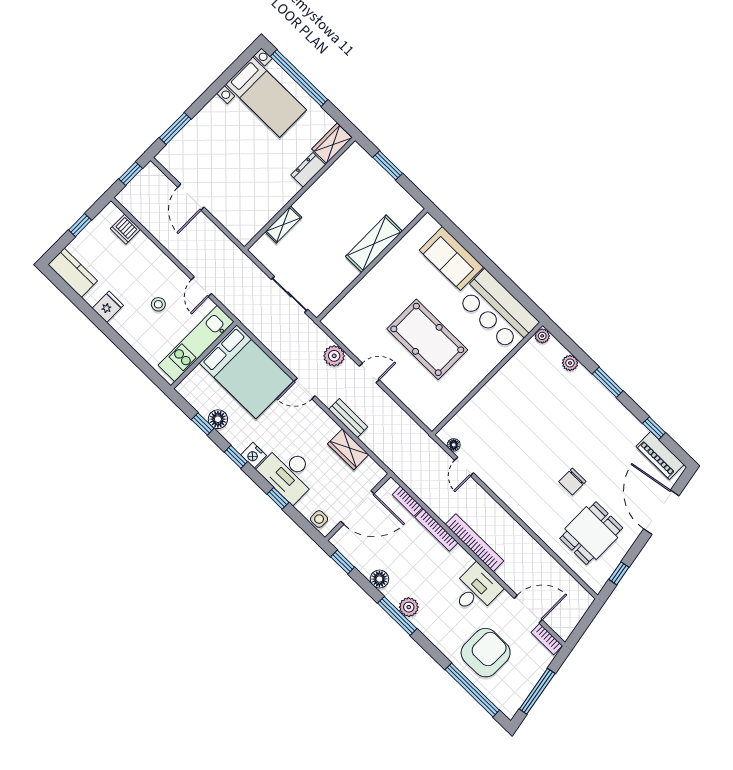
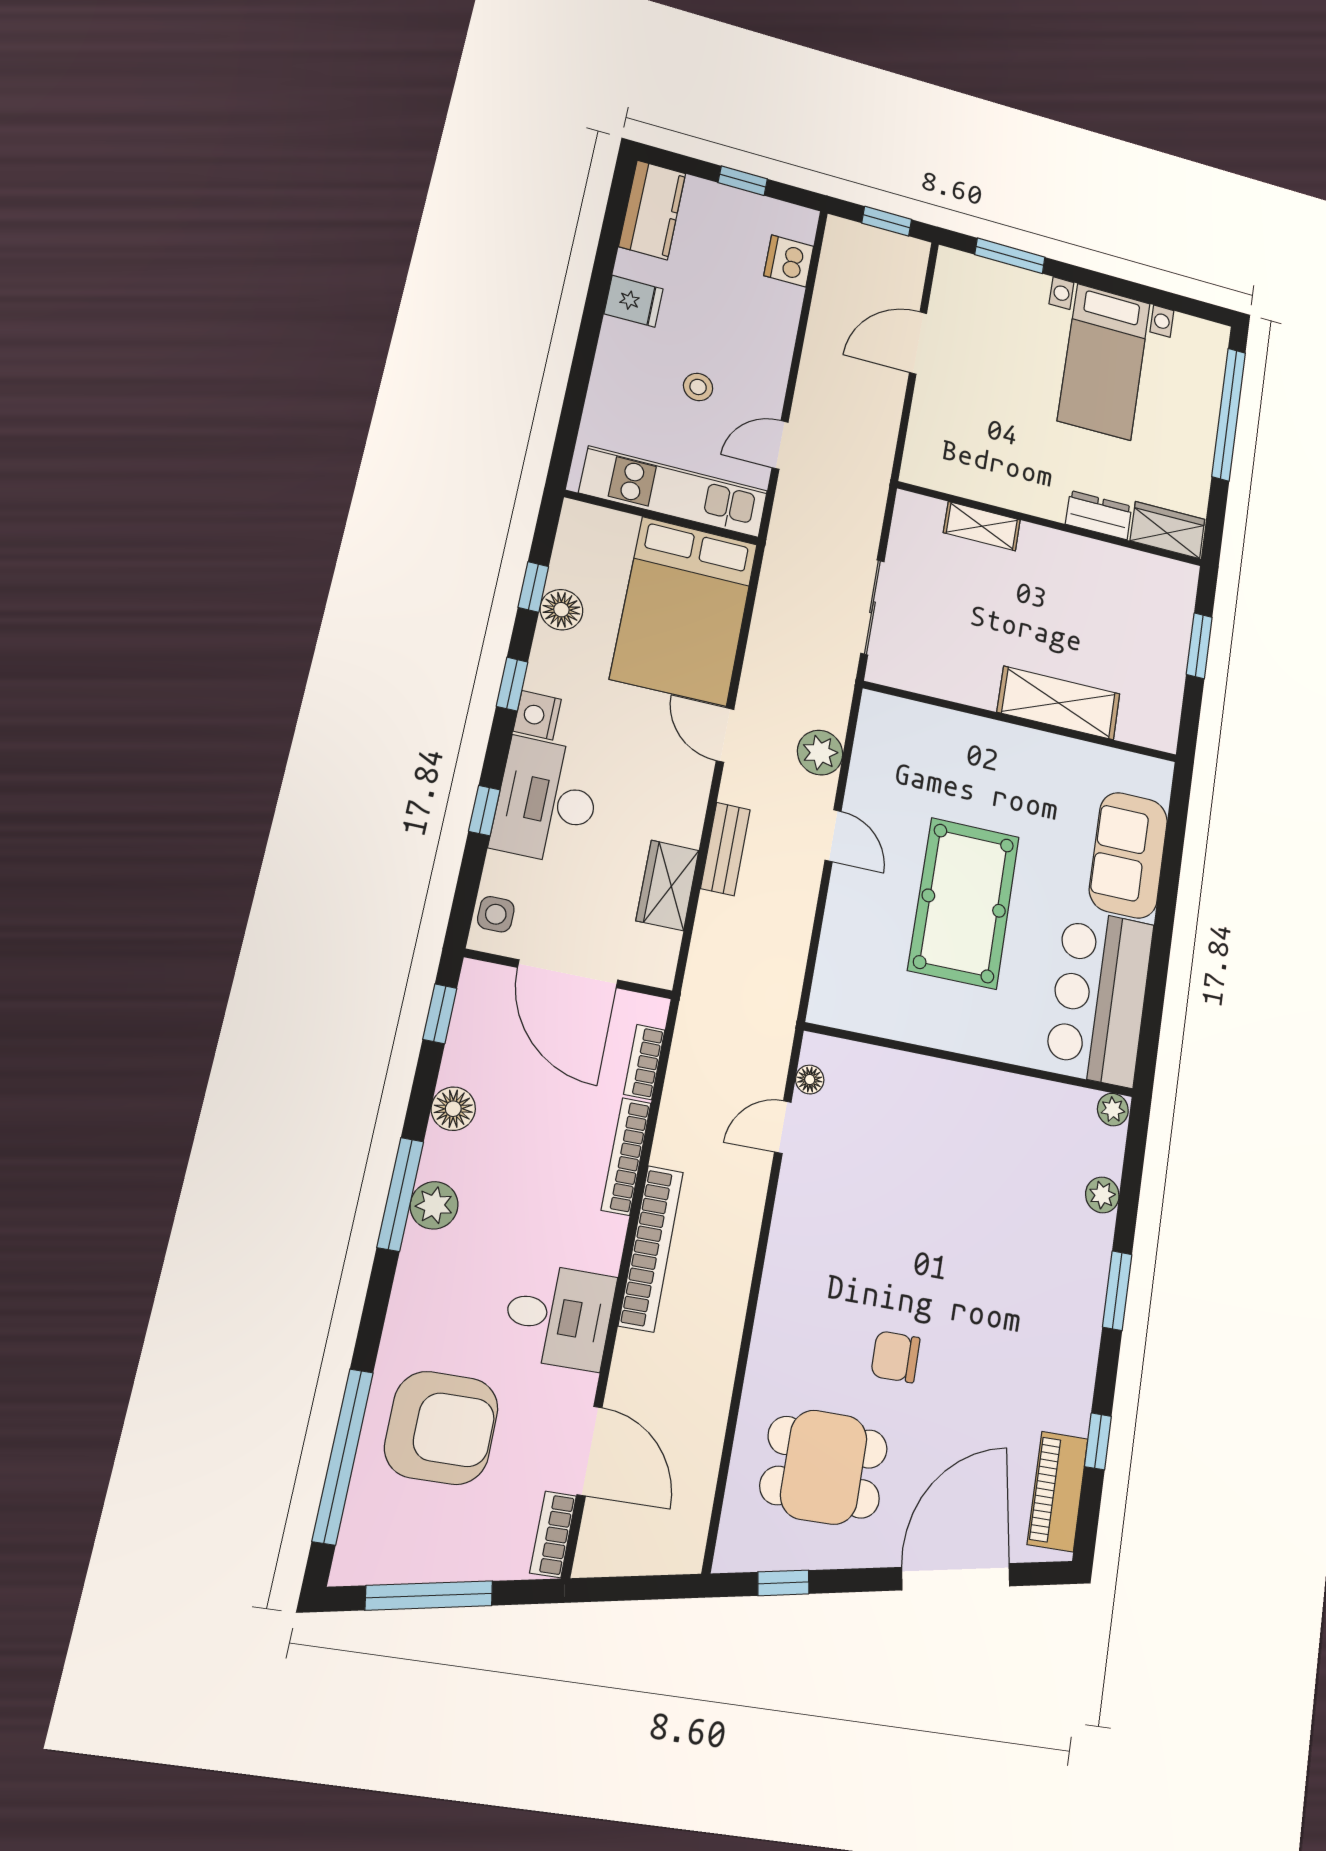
bed with nightstands: (266, 97) -> (1104, 362), moved

